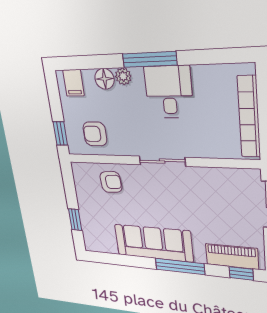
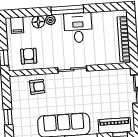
armchair: (95, 134) -> (29, 56), turned 90

